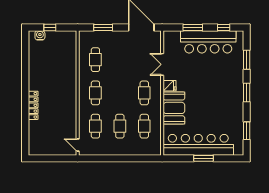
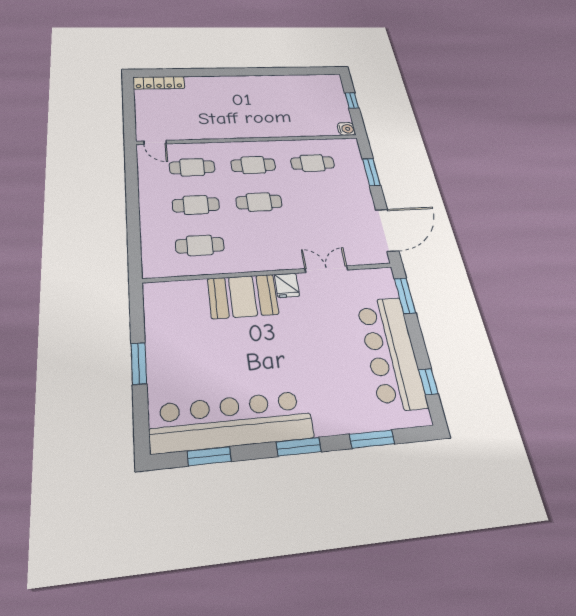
window: (193, 27) -> (405, 296), moved
water cooler: (40, 35) -> (346, 129), moved
cafe table: (144, 93) -> (259, 202), moved
locker: (33, 105) -> (159, 83), moved
door: (78, 145) -> (155, 142), swing flipped
bar counter: (198, 145) -> (231, 422), moved, turned -90

